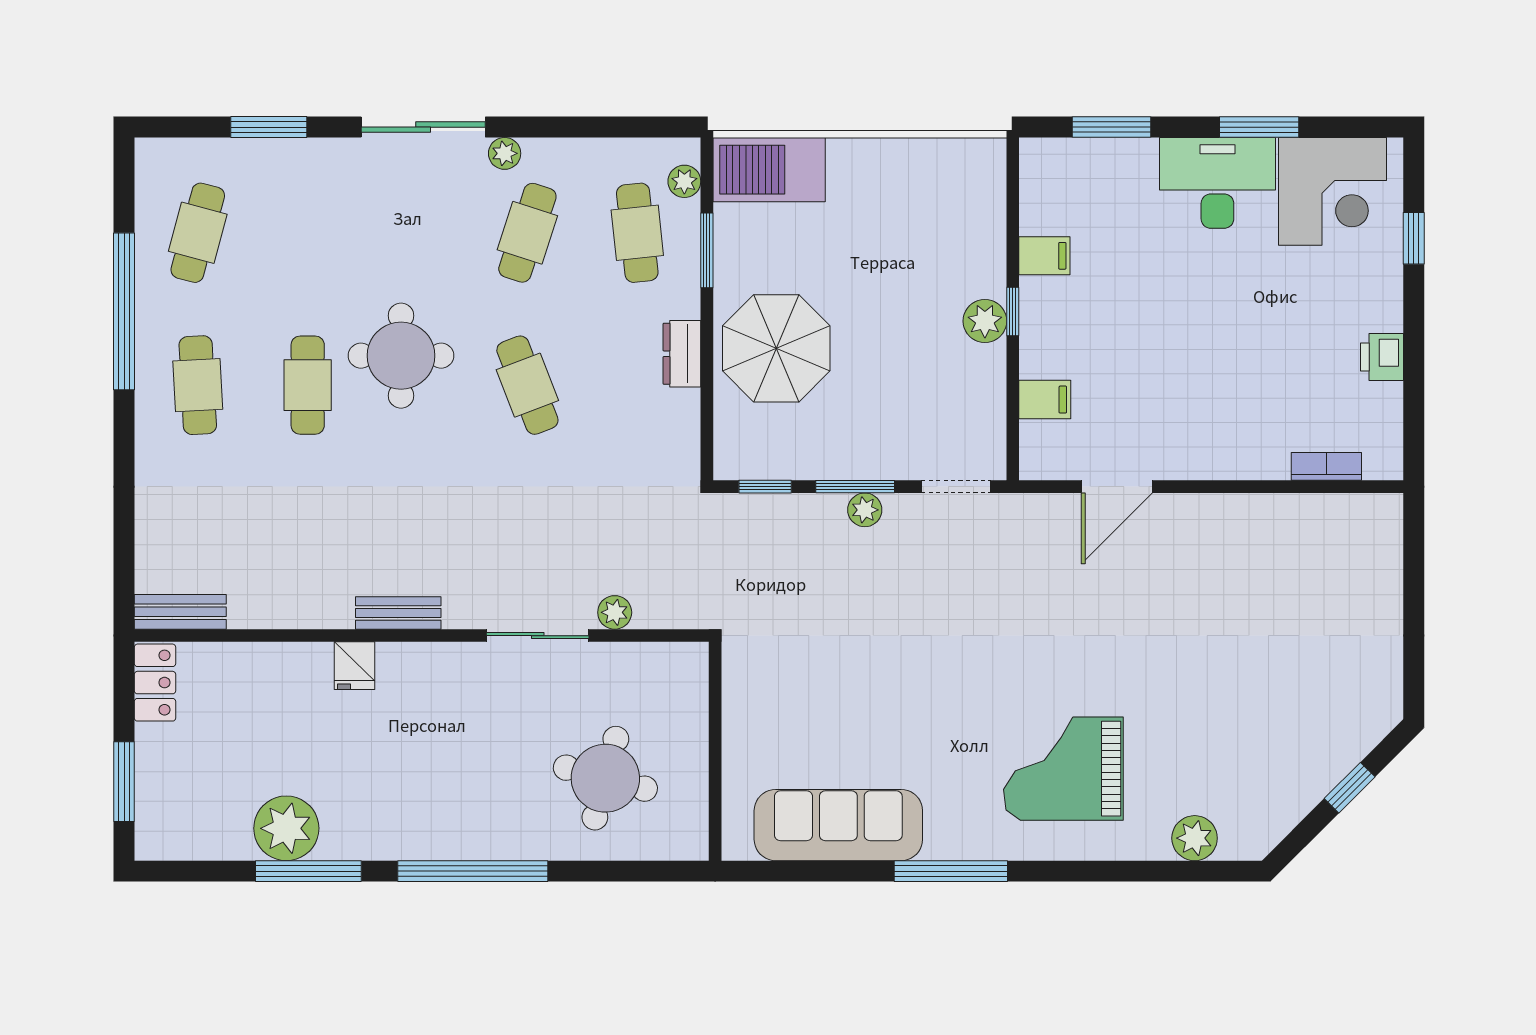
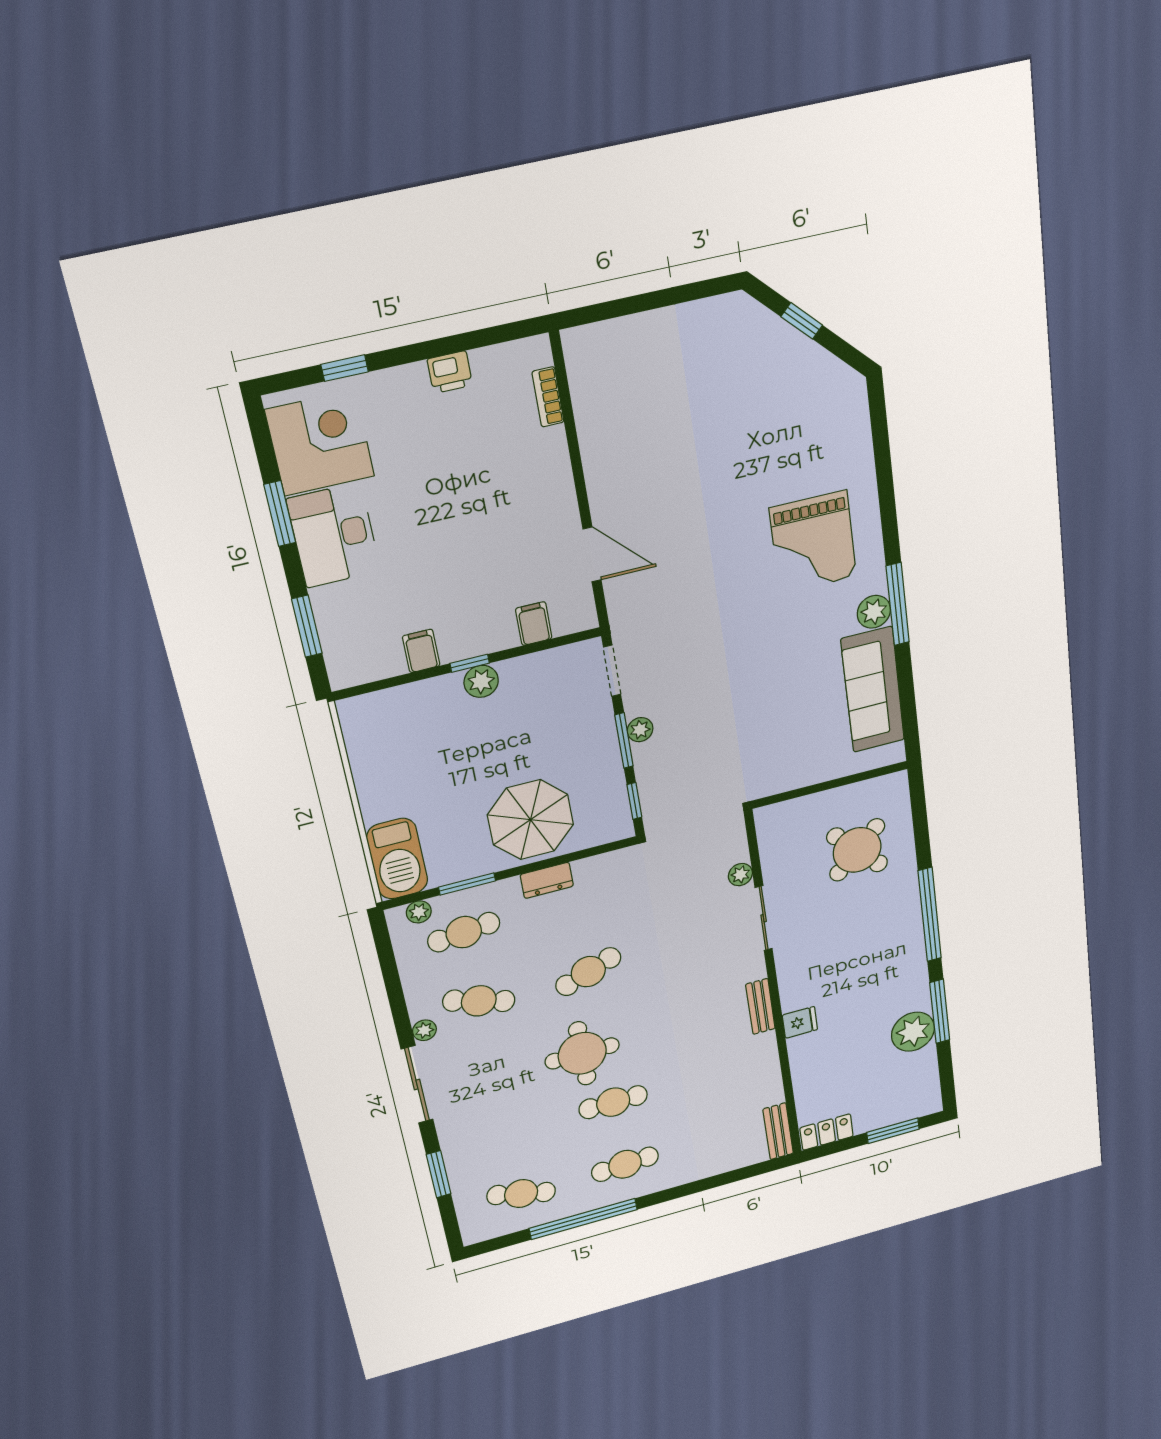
round table: (605, 778) -> (857, 850), turned 32
plant: (1195, 838) -> (874, 612), moved

